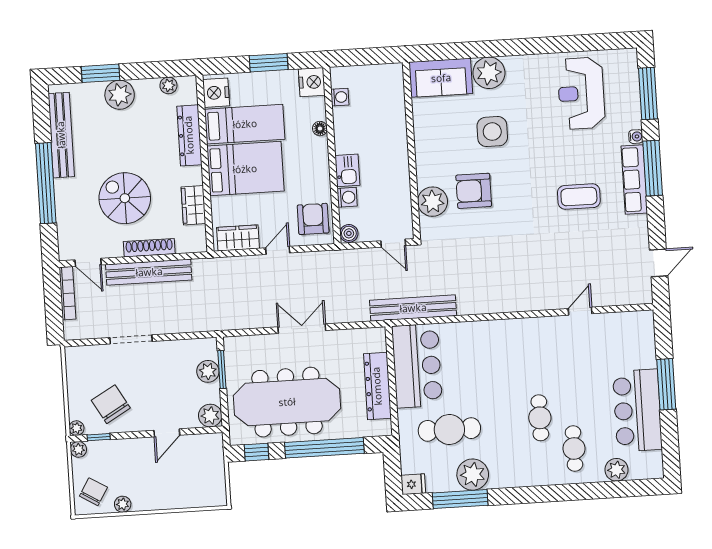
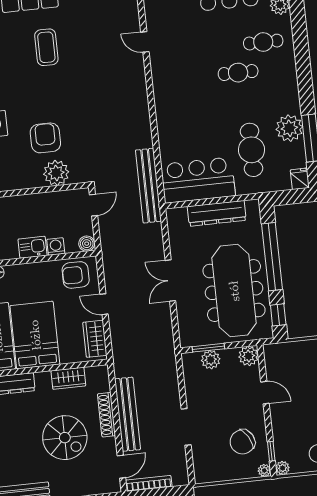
armchair: (474, 191) -> (45, 138), turned 180
spiral stairs: (125, 198) -> (65, 438), turned -90

